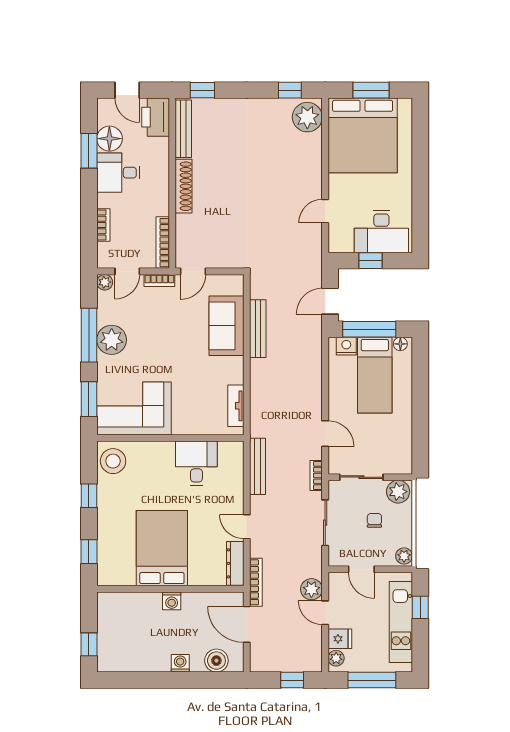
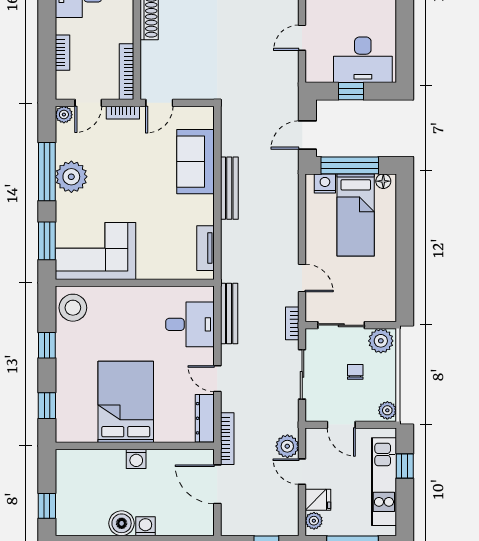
bench: (258, 329) -> (229, 188), moved
desk: (196, 463) -> (190, 324), moved, turned 90
boiler: (216, 661) -> (122, 523), moved

